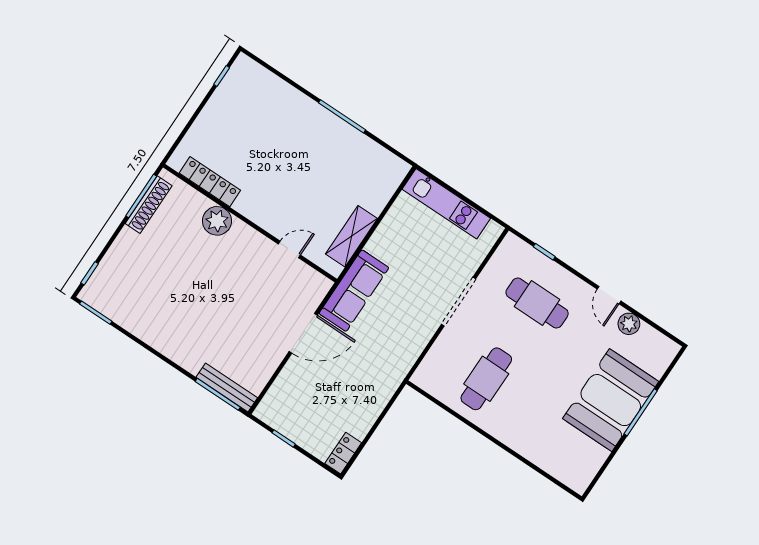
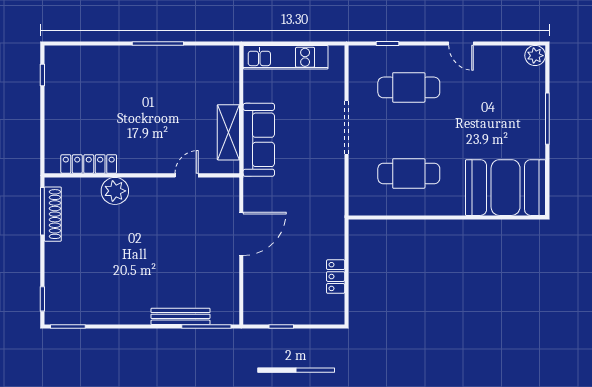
sofa: (354, 291) -> (259, 140), moved
plant: (629, 324) -> (535, 56), moved
cafe table: (486, 379) -> (409, 173), turned 90
bench: (227, 387) -> (181, 316), moved
booth: (611, 400) -> (506, 188), moved, turned 90
locker: (343, 453) -> (336, 277), moved

